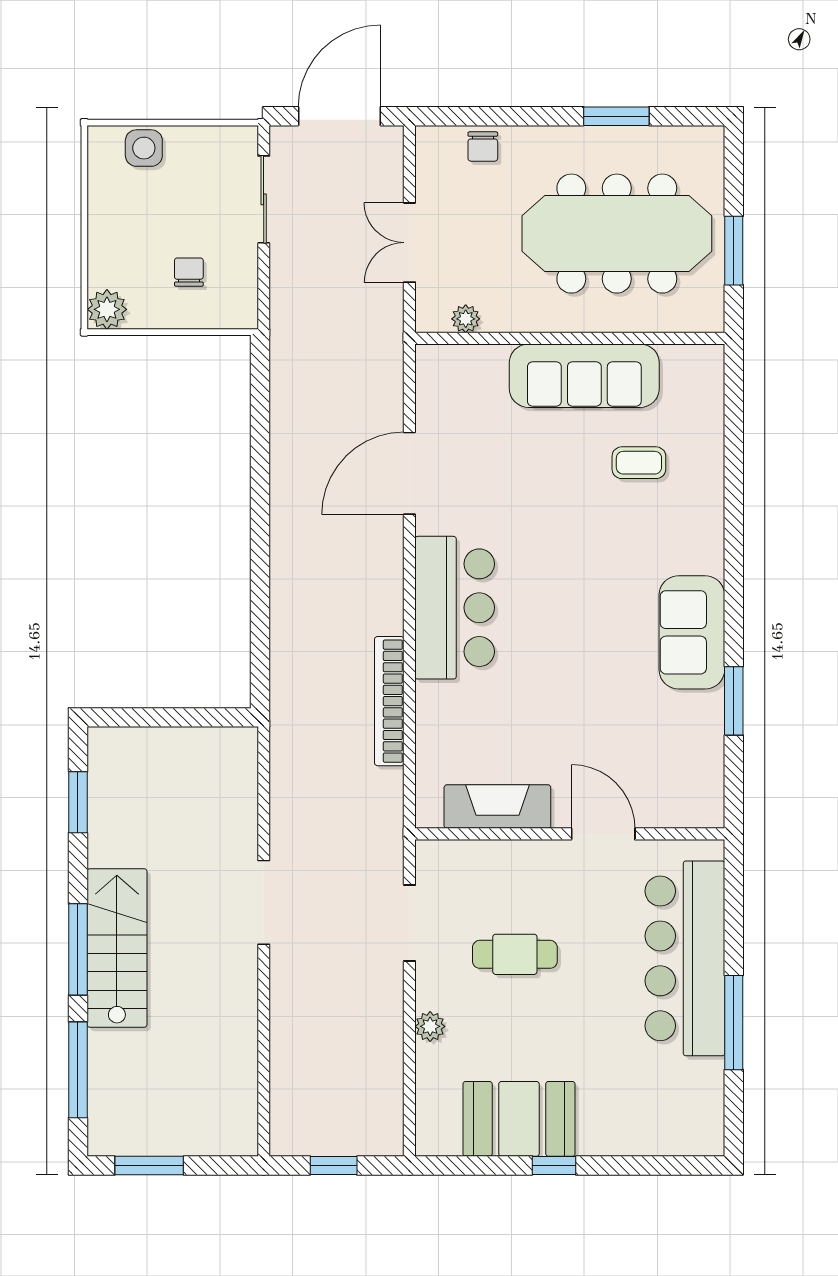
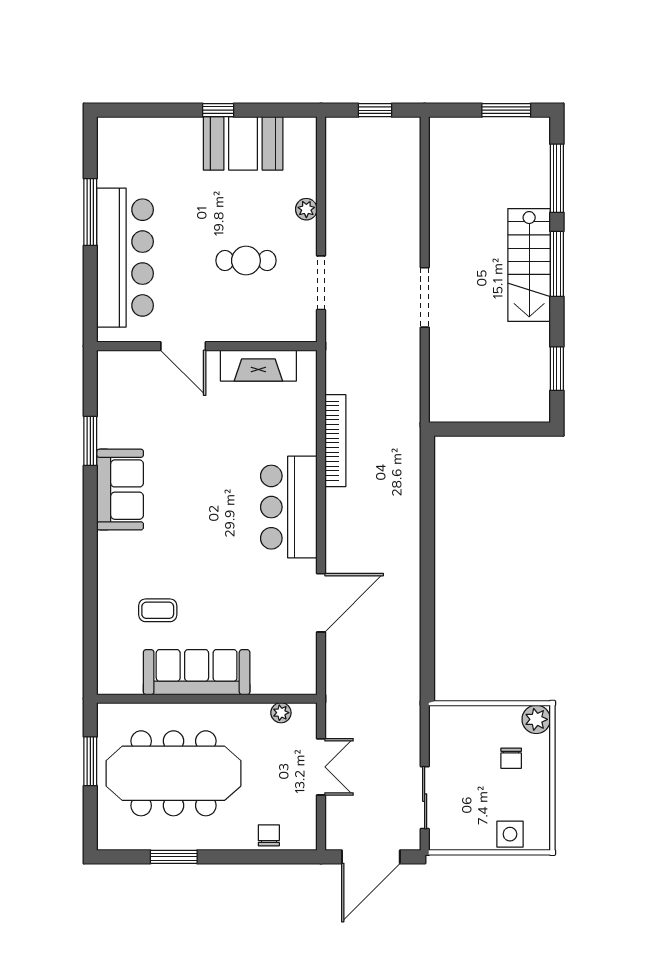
chair: (189, 272) -> (511, 758), moved

